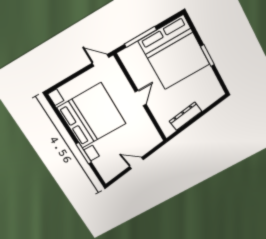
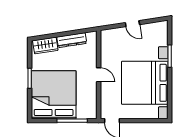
wardrobe: (209, 97) -> (45, 45), added
door: (141, 98) -> (99, 75), swing flipped

